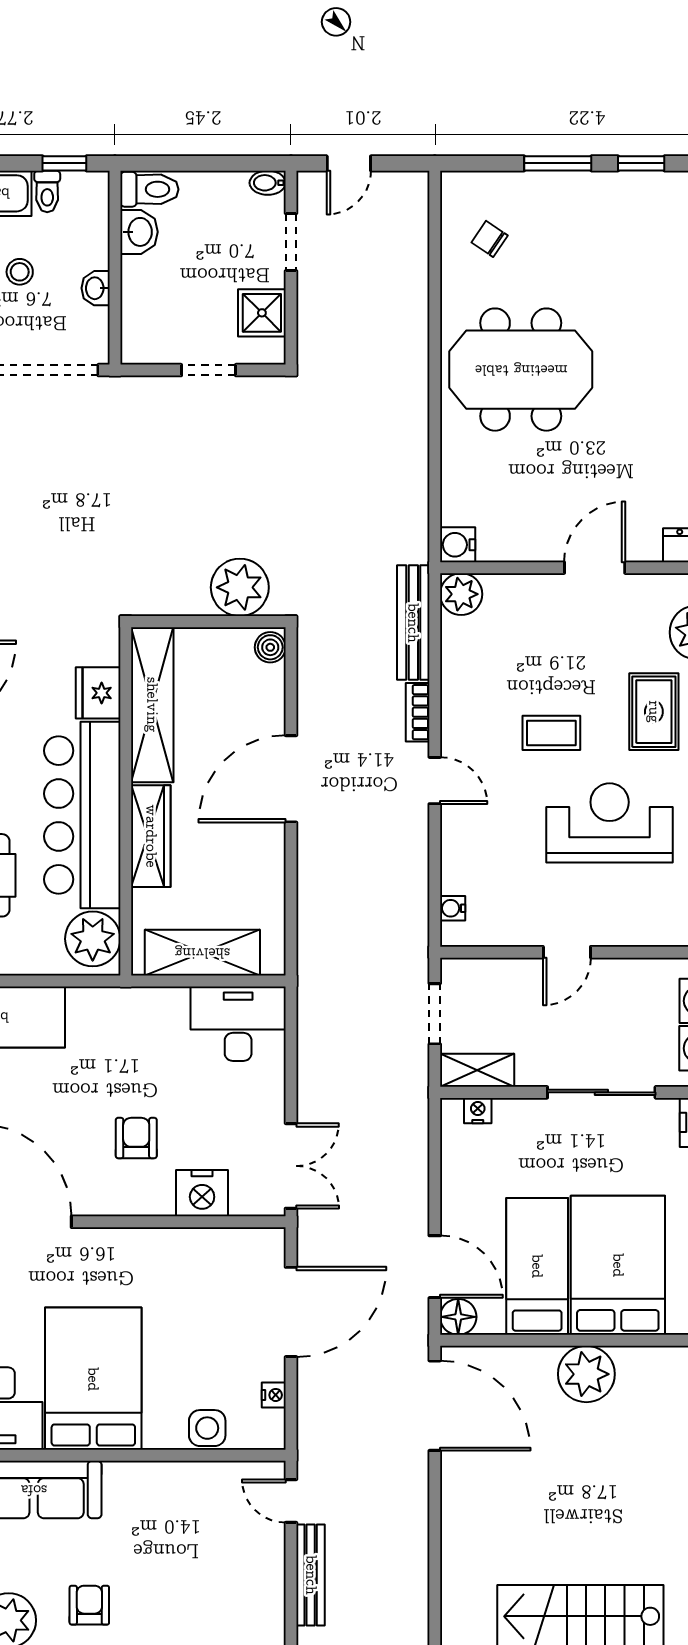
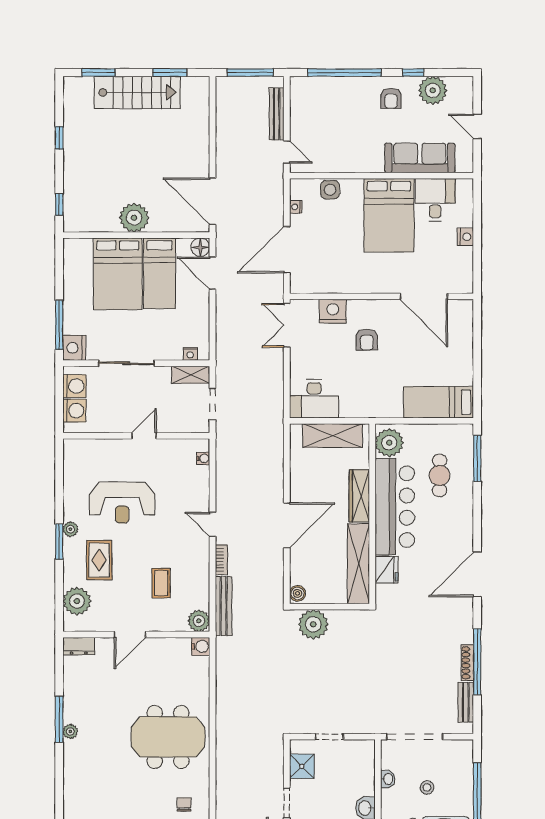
chair: (490, 239) -> (184, 804), turned -124
coffee table: (551, 733) -> (161, 583), moved, turned 90

